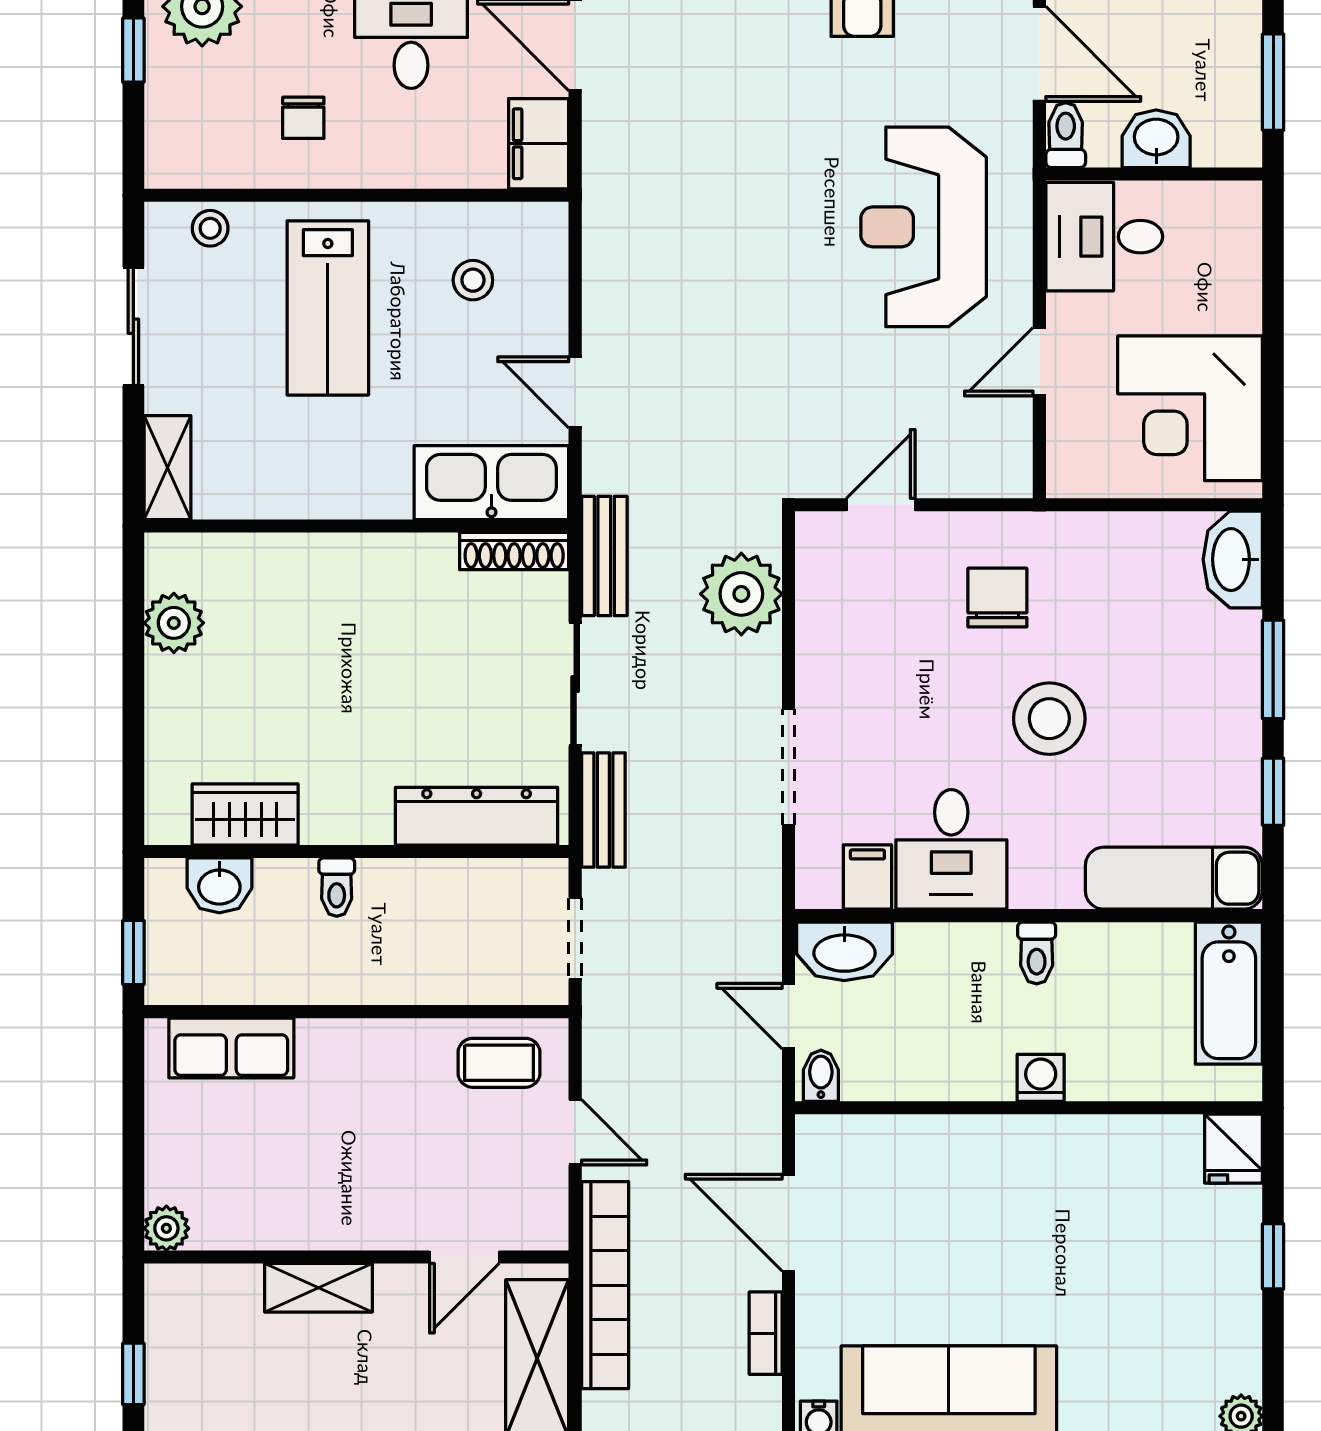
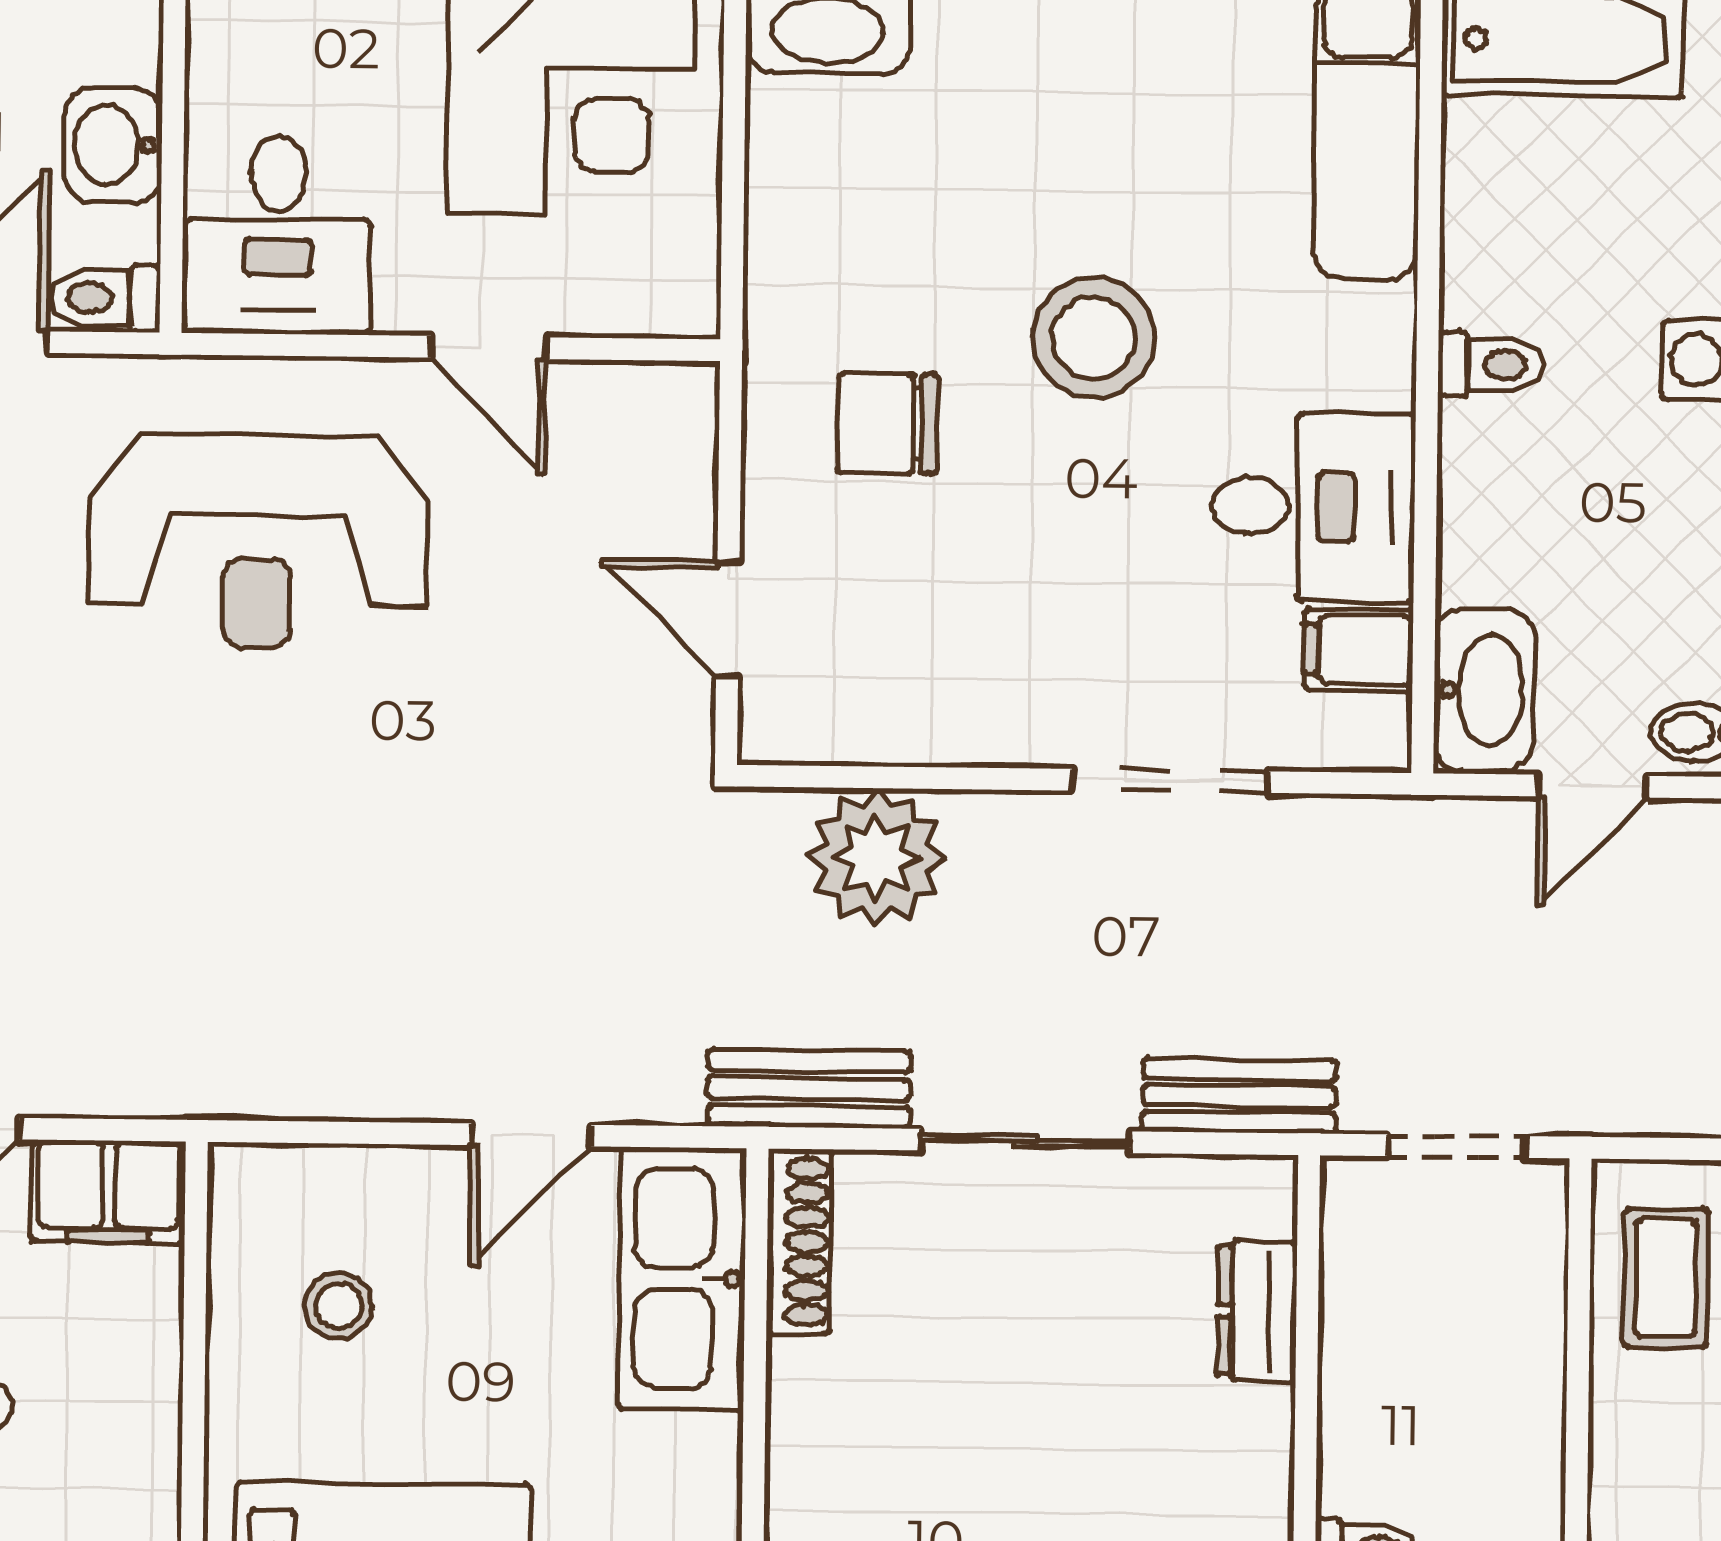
dresser: (477, 816) -> (1257, 1311), width x0.51, depth x0.80

